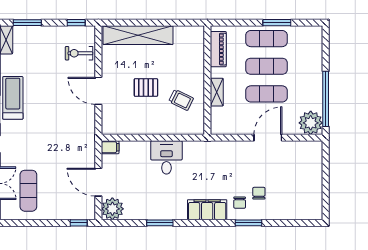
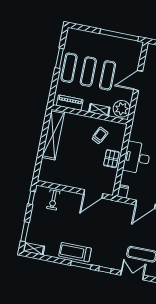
shelving: (138, 35) -> (53, 135), moved
pallet: (146, 87) -> (111, 159), moved
door: (98, 91) -> (93, 194), moved
plant: (311, 123) -> (122, 109), moved
door: (268, 138) -> (138, 80), hinge flipped
desk: (166, 157) -> (137, 158), width x1.37

